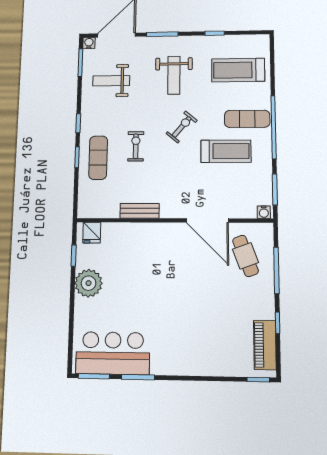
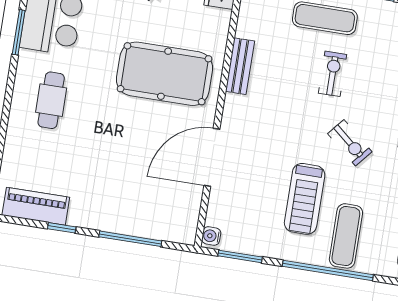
exercise bike: (136, 146) -> (333, 74), turned -90
cafe table: (245, 256) -> (51, 100), moved, turned -70
pool table: (153, 264) -> (165, 74), added

